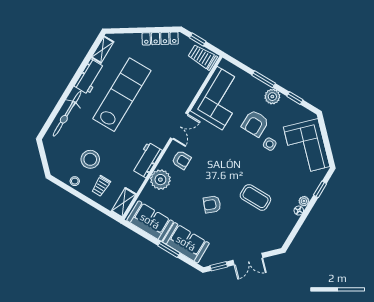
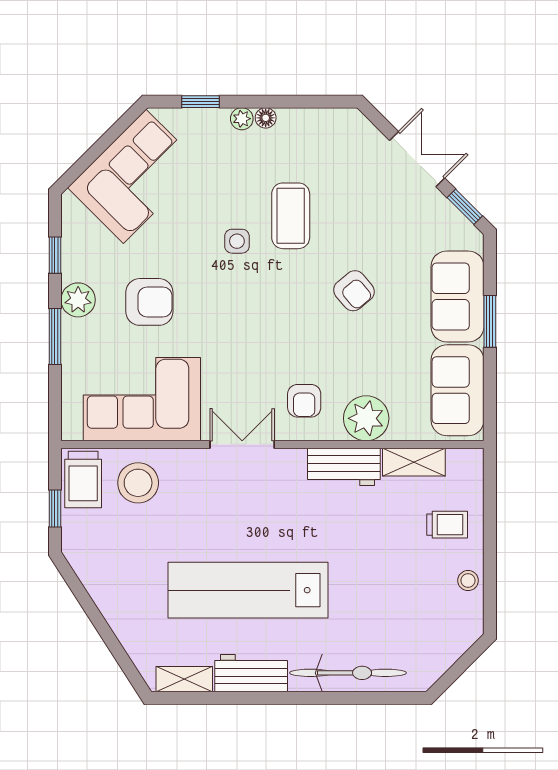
locker: (160, 39) -> (96, 582), removed
side table: (270, 144) -> (237, 241), moved
stool: (90, 159) -> (138, 483), moved
armchair: (181, 160) -> (304, 401), turned 180
shelving: (124, 203) -> (414, 462), moved

